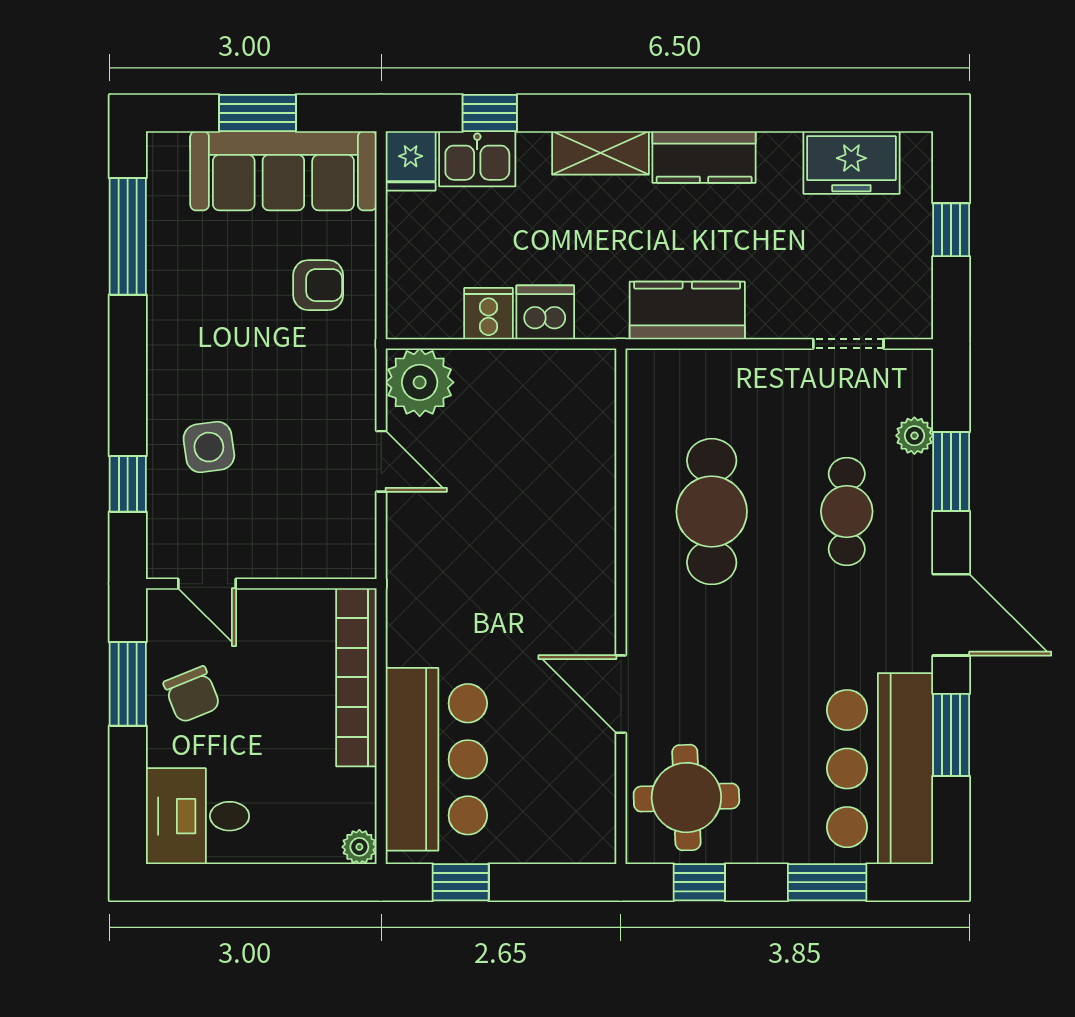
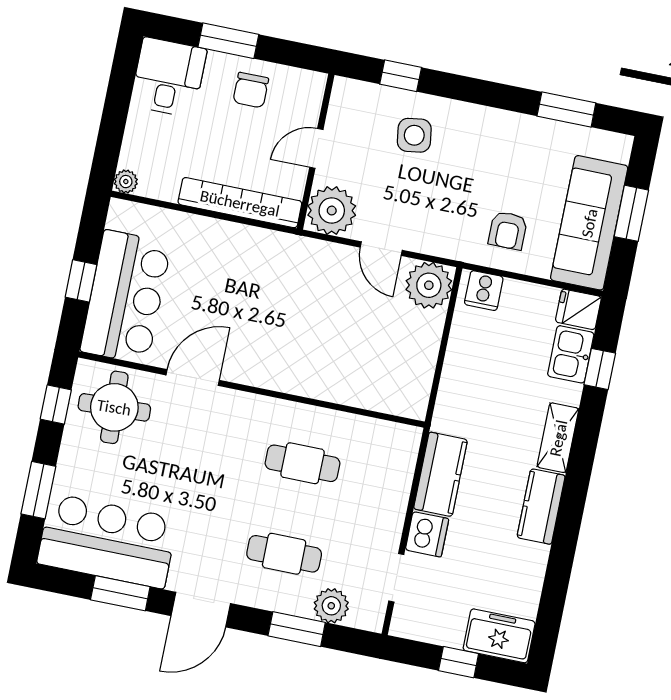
freezer: (851, 162) -> (499, 636), moved, turned 90
window: (128, 236) -> (566, 110), width x0.69
dishwasher: (545, 312) -> (427, 534), moved
cooker: (489, 314) -> (484, 291), moved, turned 90
plant: (914, 436) -> (331, 606), width x1.38, depth x1.38
door: (381, 461) -> (381, 249), hinge flipped
cafe table: (712, 512) -> (303, 463), width x0.73, depth x0.74
plant: (341, 543) -> (332, 211), added
door: (207, 584) -> (316, 148), moved
window: (128, 684) -> (228, 41), moved
chair: (192, 695) -> (251, 90), turned -68
bar counter: (436, 759) -> (126, 297), moved, turned -90
window: (461, 882) -> (81, 281), moved

